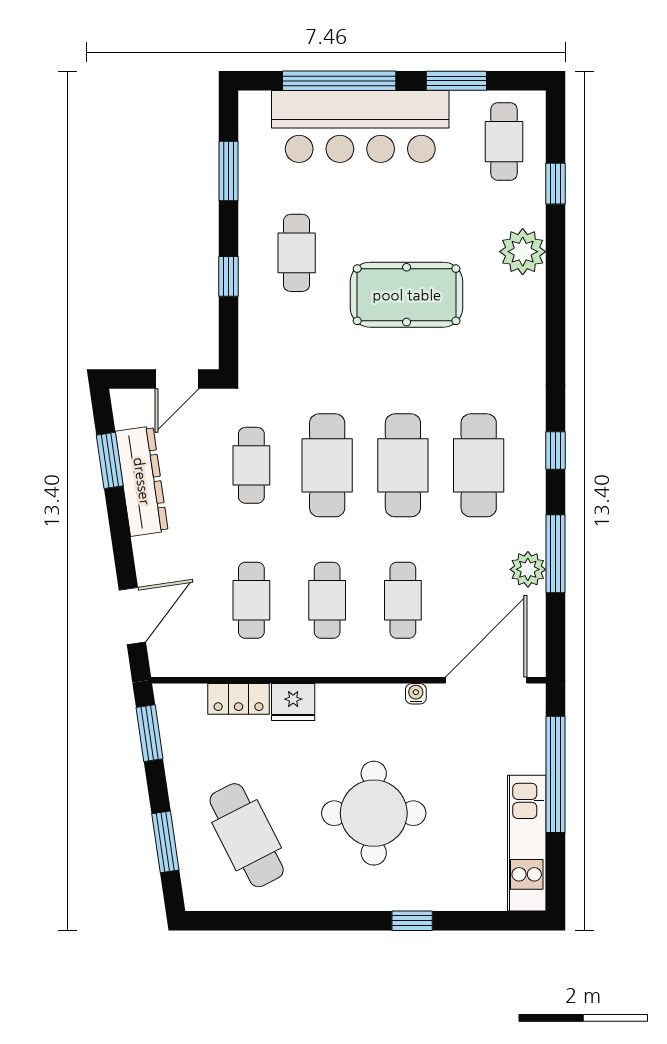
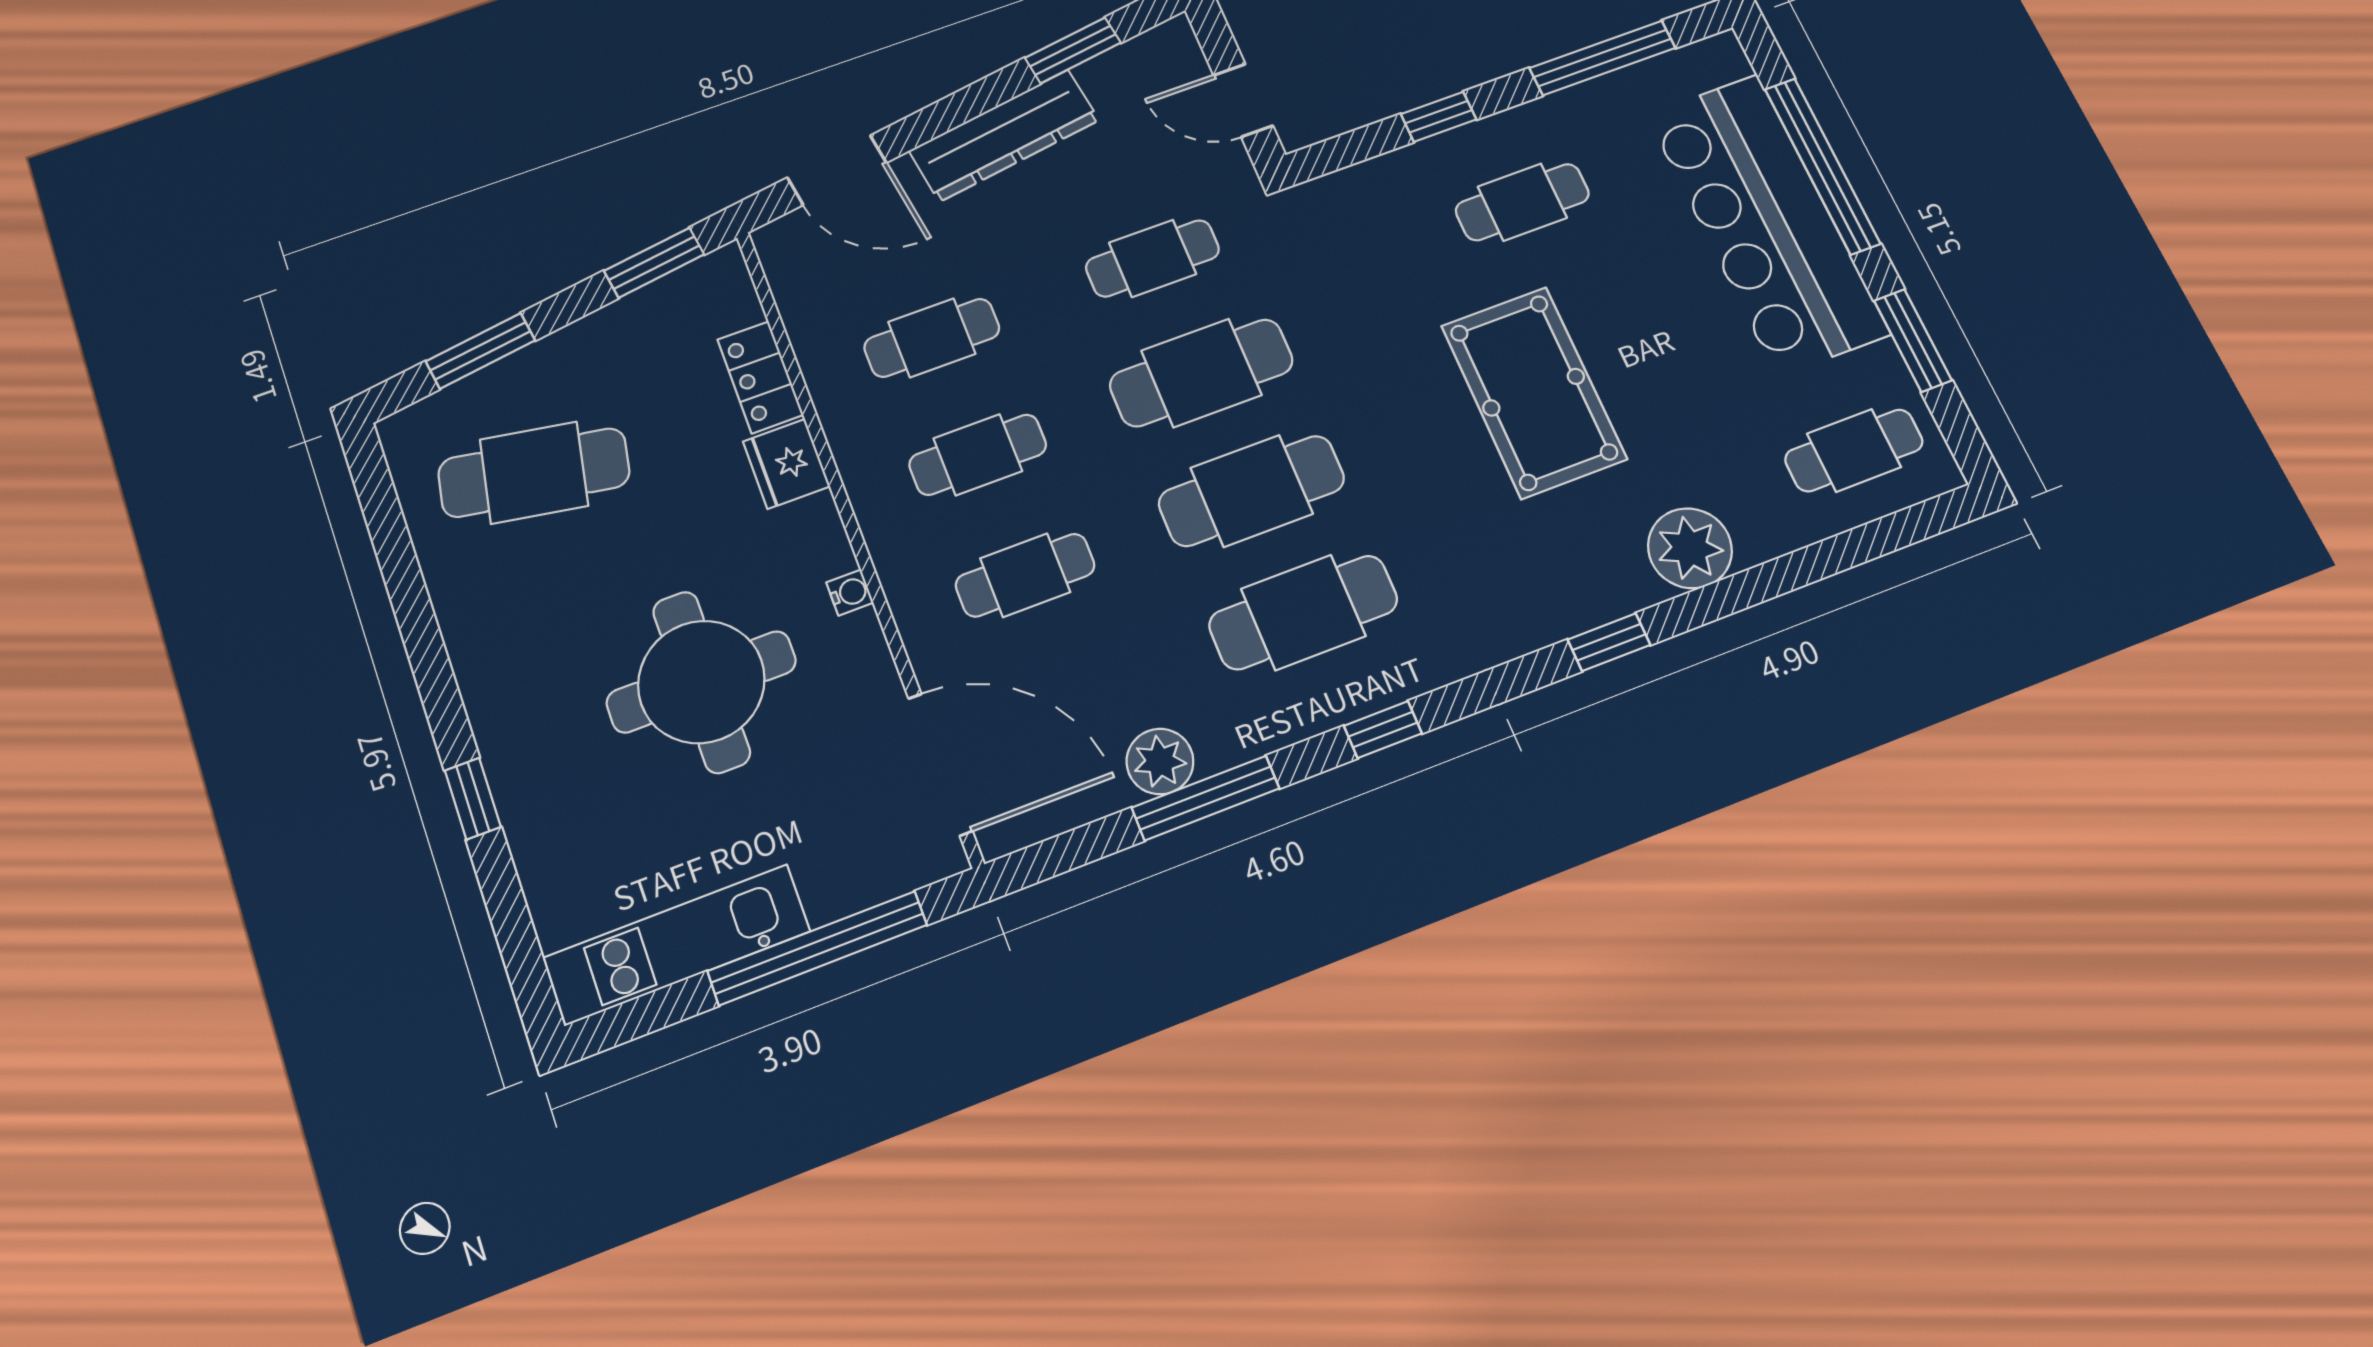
window: (229, 171) -> (1602, 58), width x1.44
window: (555, 184) -> (1609, 642), moved
dresser: (142, 481) -> (1004, 135), moved
water cooler: (416, 694) -> (850, 593), moved
round table: (374, 813) -> (701, 682), moved
cafe table: (247, 835) -> (534, 473), turned 37

